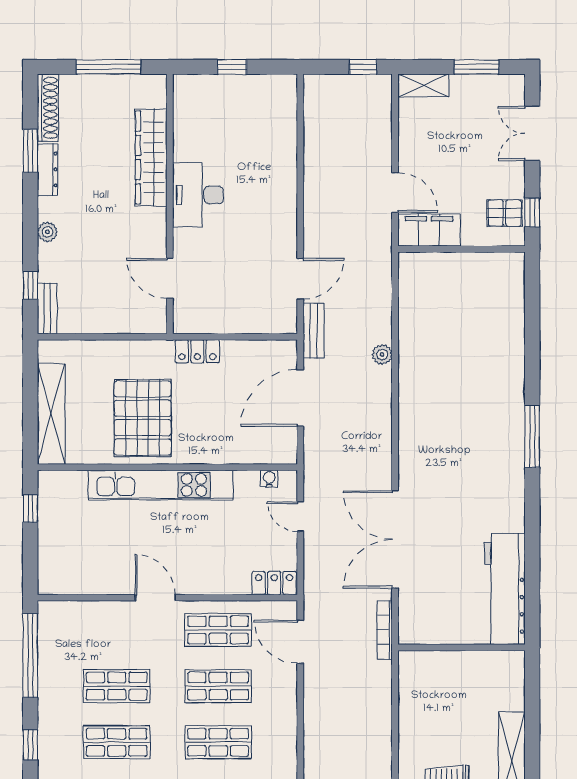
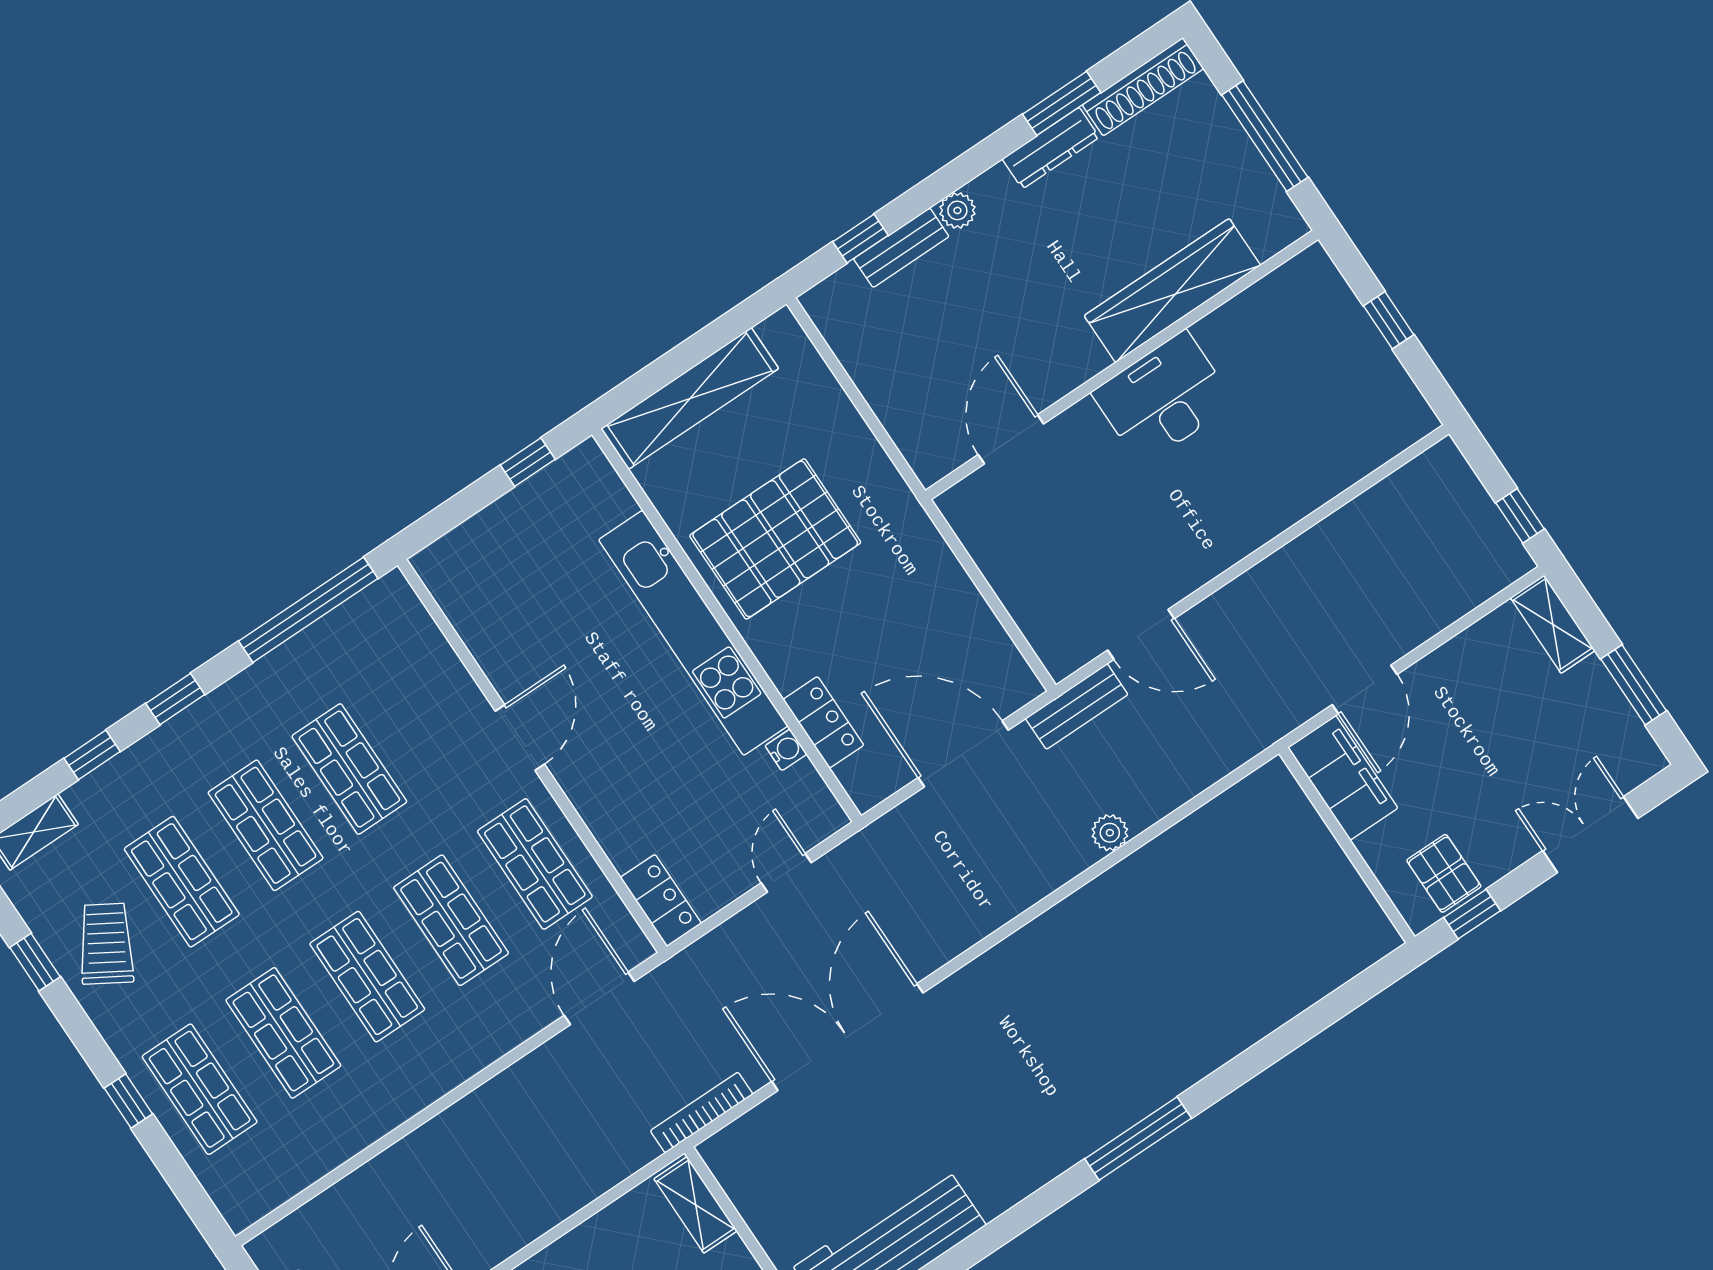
bench: (47, 308) -> (901, 248), moved
locker: (197, 351) -> (823, 722), moved, turned 180
water cooler: (269, 479) -> (786, 750), moved
shelving: (425, 661) -> (696, 1205), added

